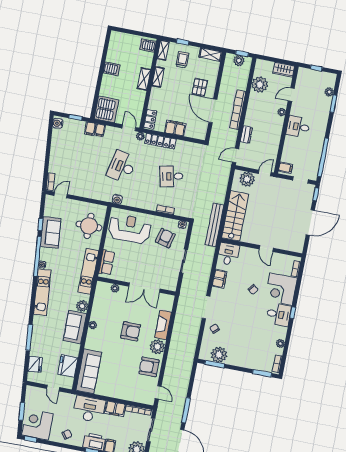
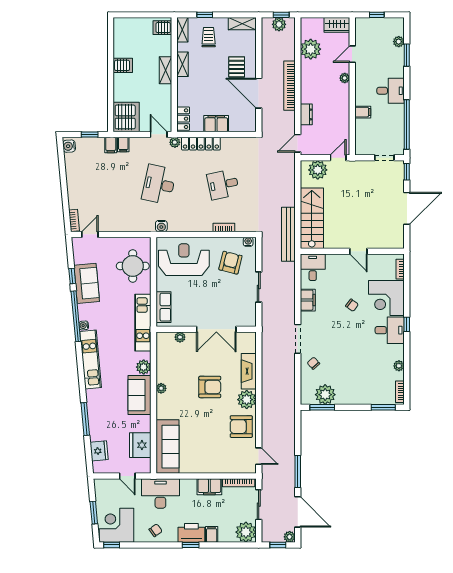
desk: (298, 127) -> (391, 91), moved, turned 180
filing cabinet: (286, 168) -> (363, 112), moved
desk: (89, 409) -> (160, 493), moved

